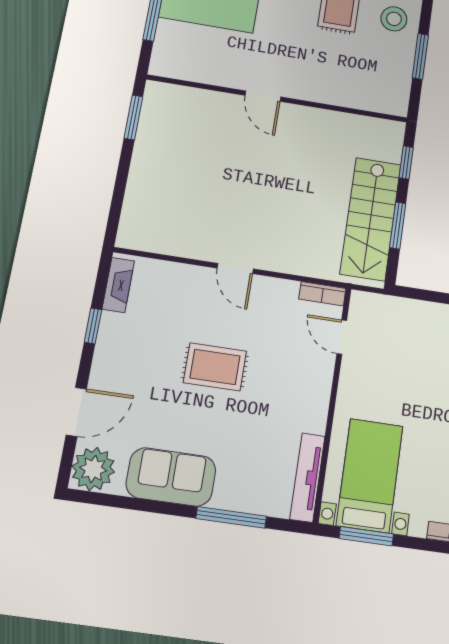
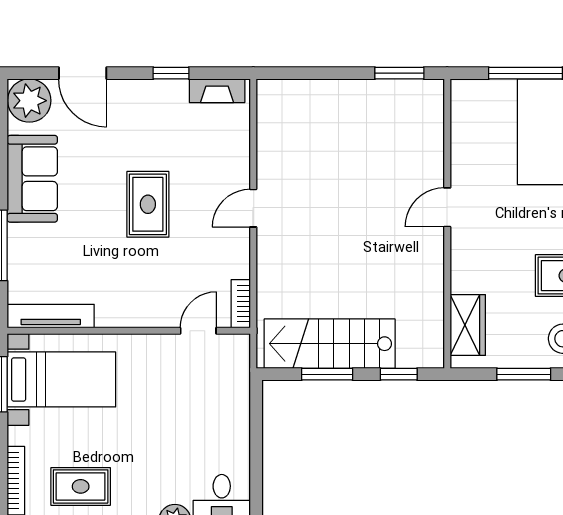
wardrobe: (371, 96) -> (468, 325), added

